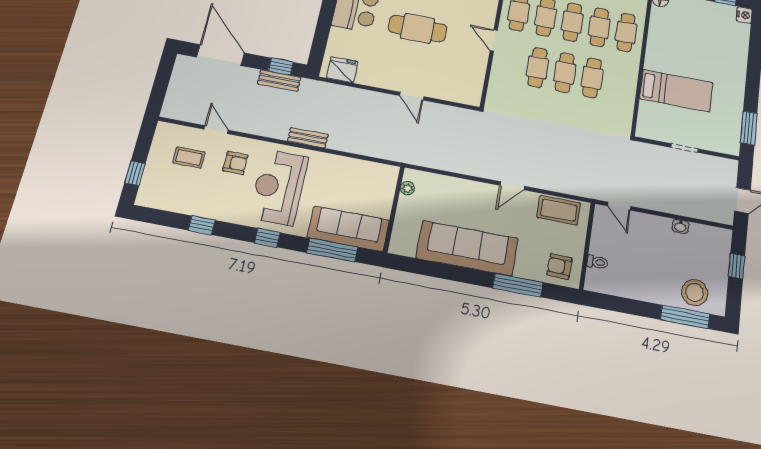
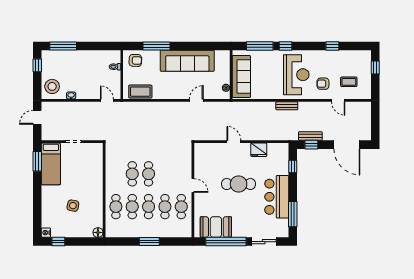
window: (321, 38) -> (293, 167), added
side table: (696, 47) -> (73, 206), added
cafe table: (537, 67) -> (165, 174), removed
fridge: (342, 70) -> (259, 150), moved
bed: (676, 91) -> (51, 164), moved, turned -90
door: (512, 186) -> (196, 100), moved
sofa: (348, 229) -> (241, 76), moved, turned -90
window: (267, 238) -> (285, 46), moved
window: (737, 266) -> (37, 65), moved
stool: (695, 292) -> (52, 86), moved

